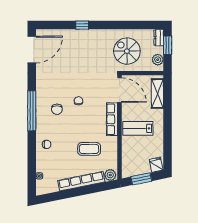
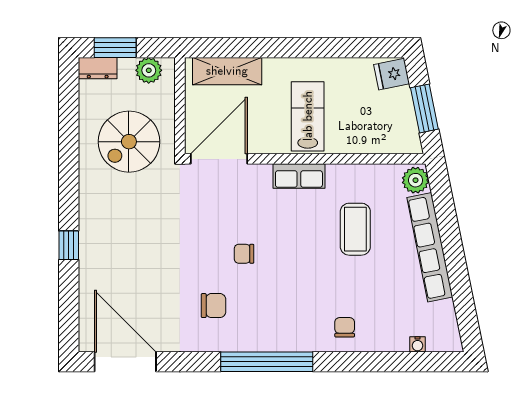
chair: (57, 109) -> (213, 306), moved
row of seats: (112, 119) -> (299, 176), width x0.68
lab bench: (138, 128) -> (308, 116), turned 180

